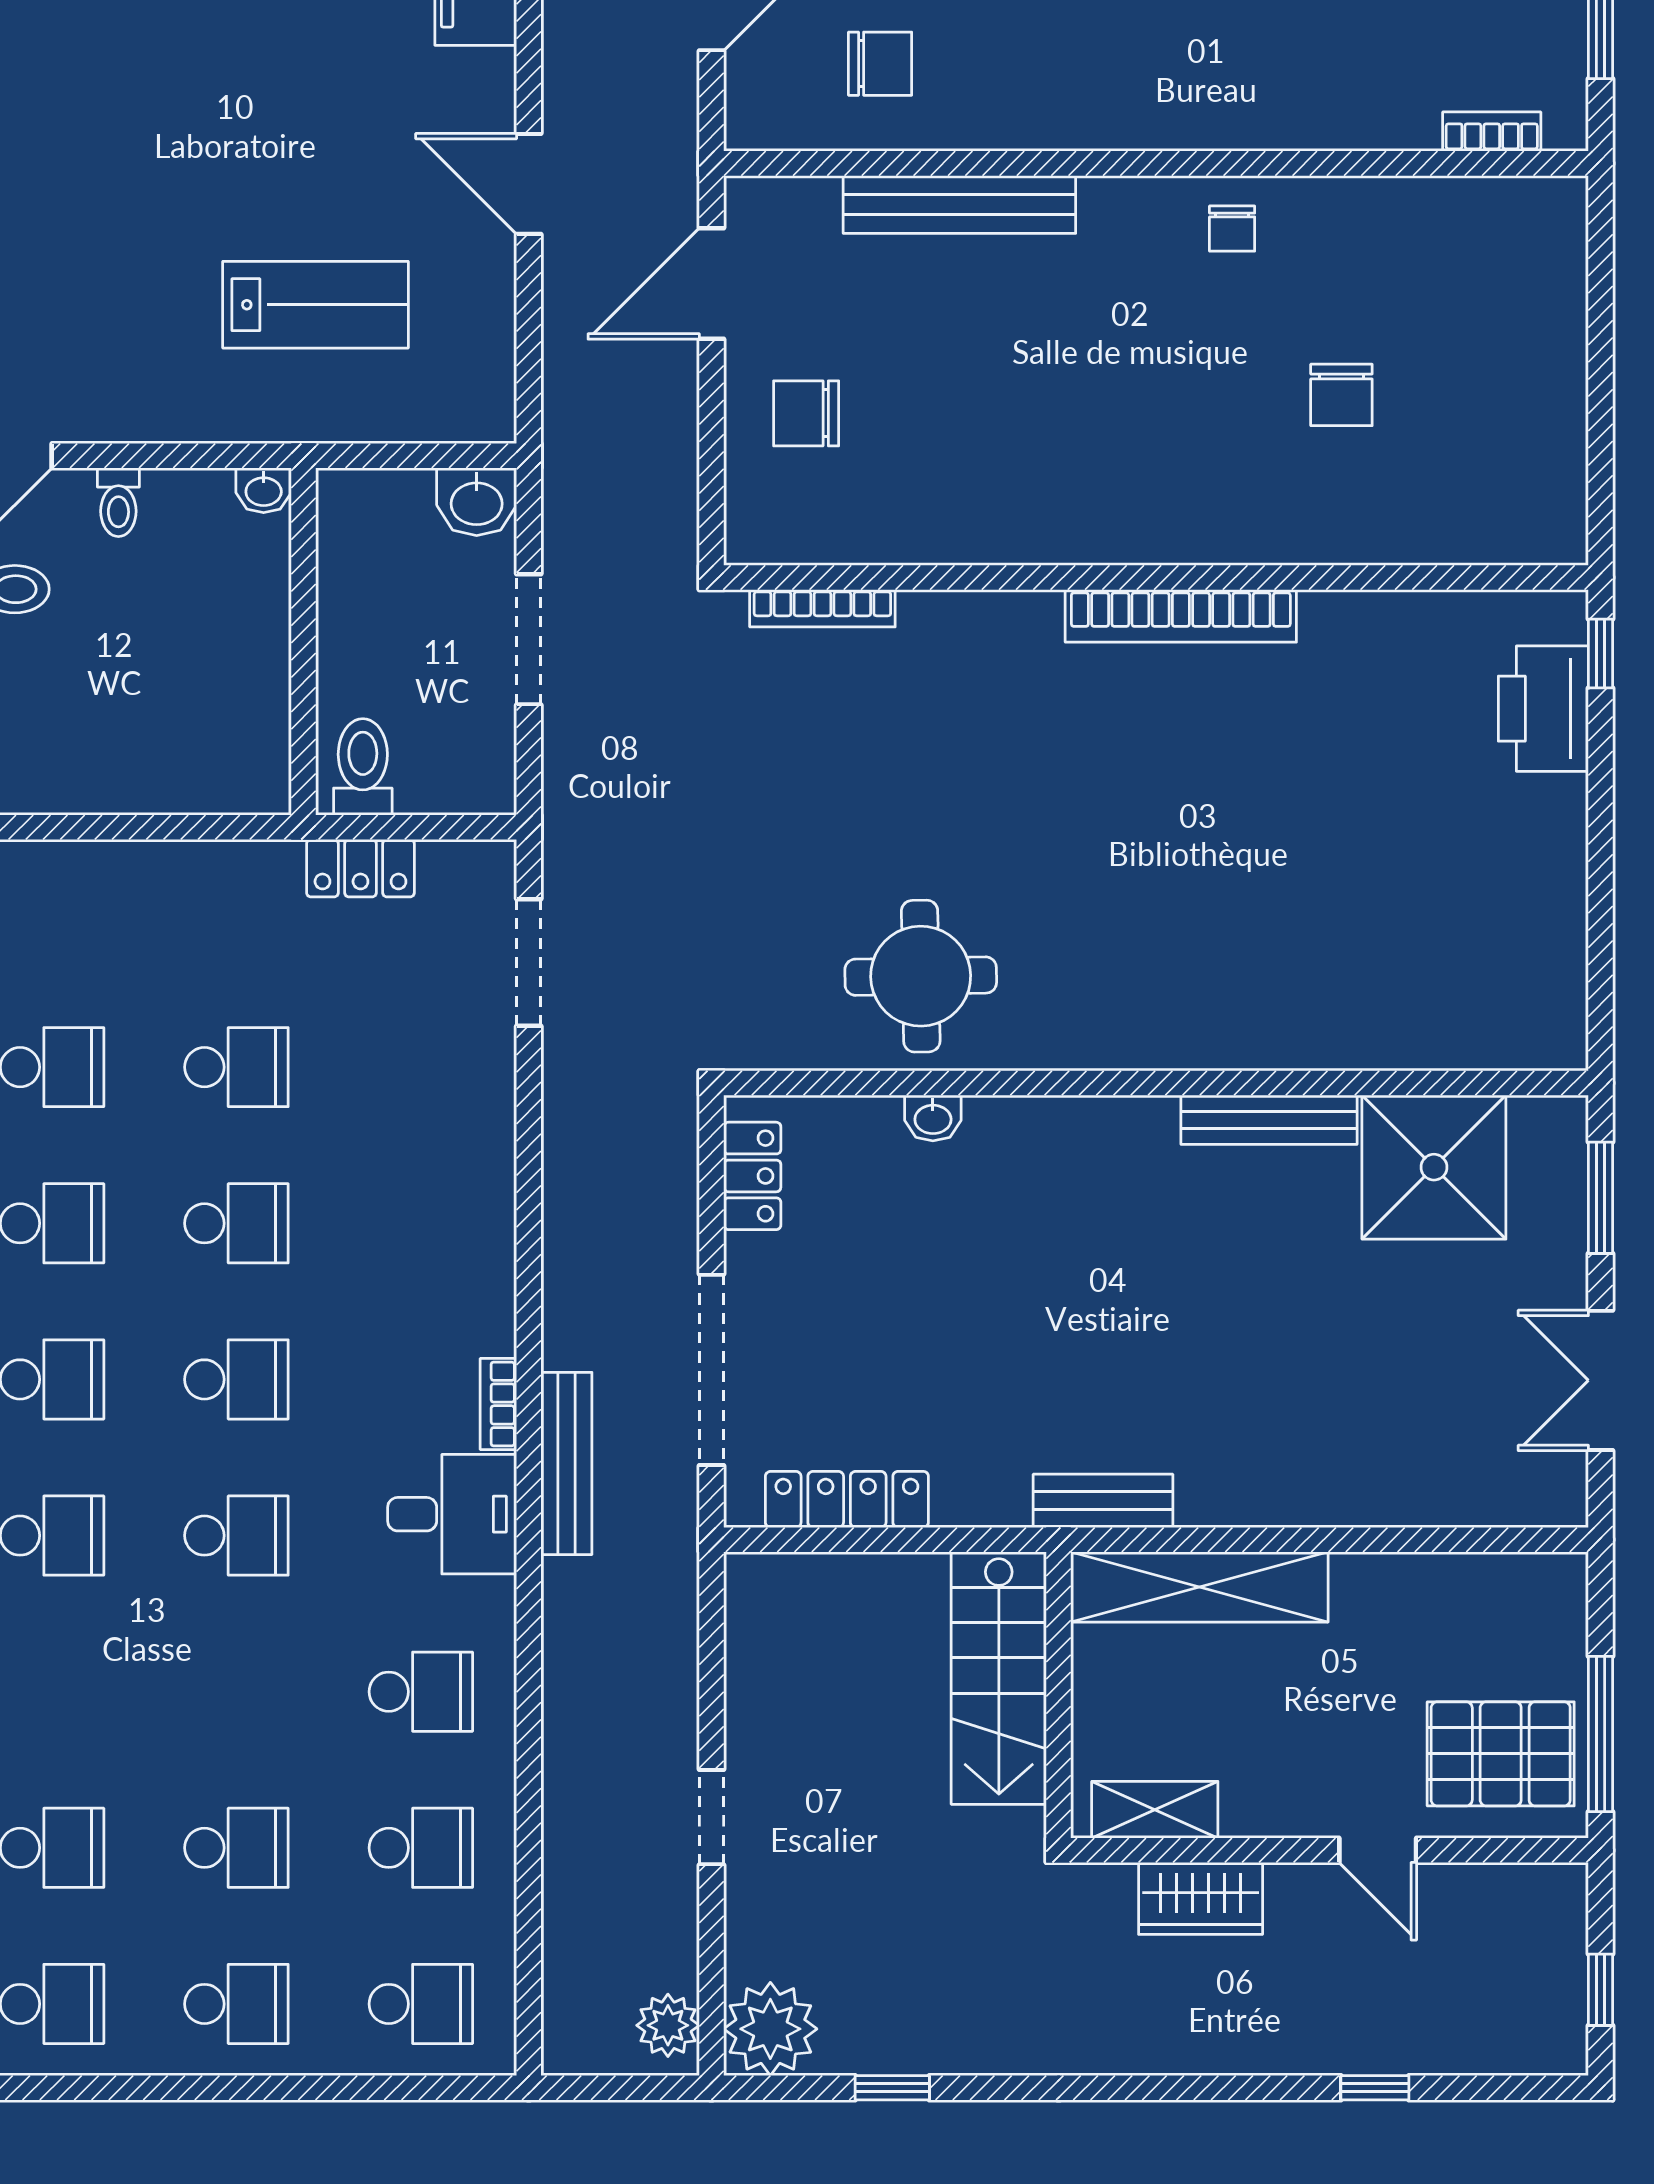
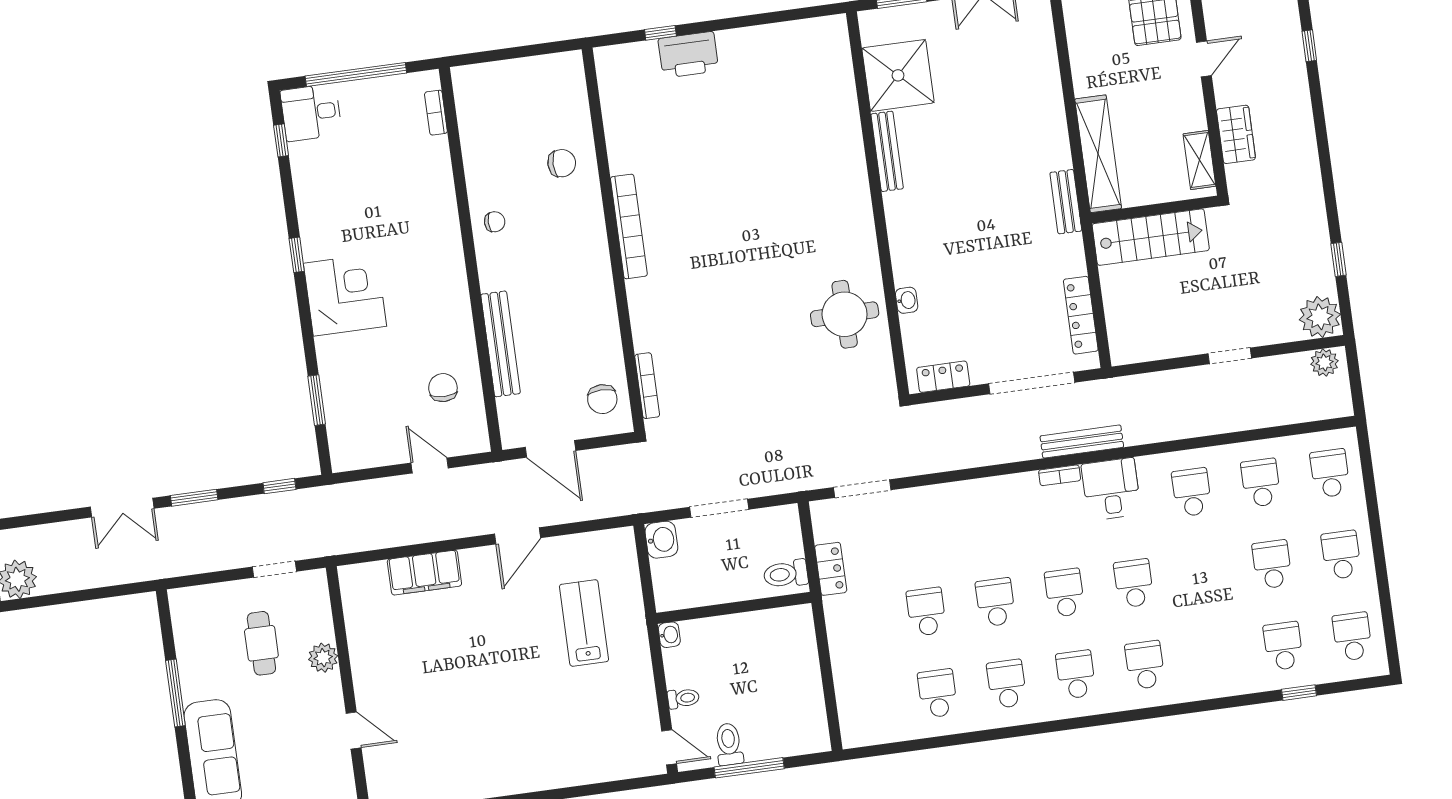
wall: (1156, 578) -> (613, 240), moved
bookcase: (822, 608) -> (647, 386), moved
bookcase: (1181, 616) -> (629, 226), moved

